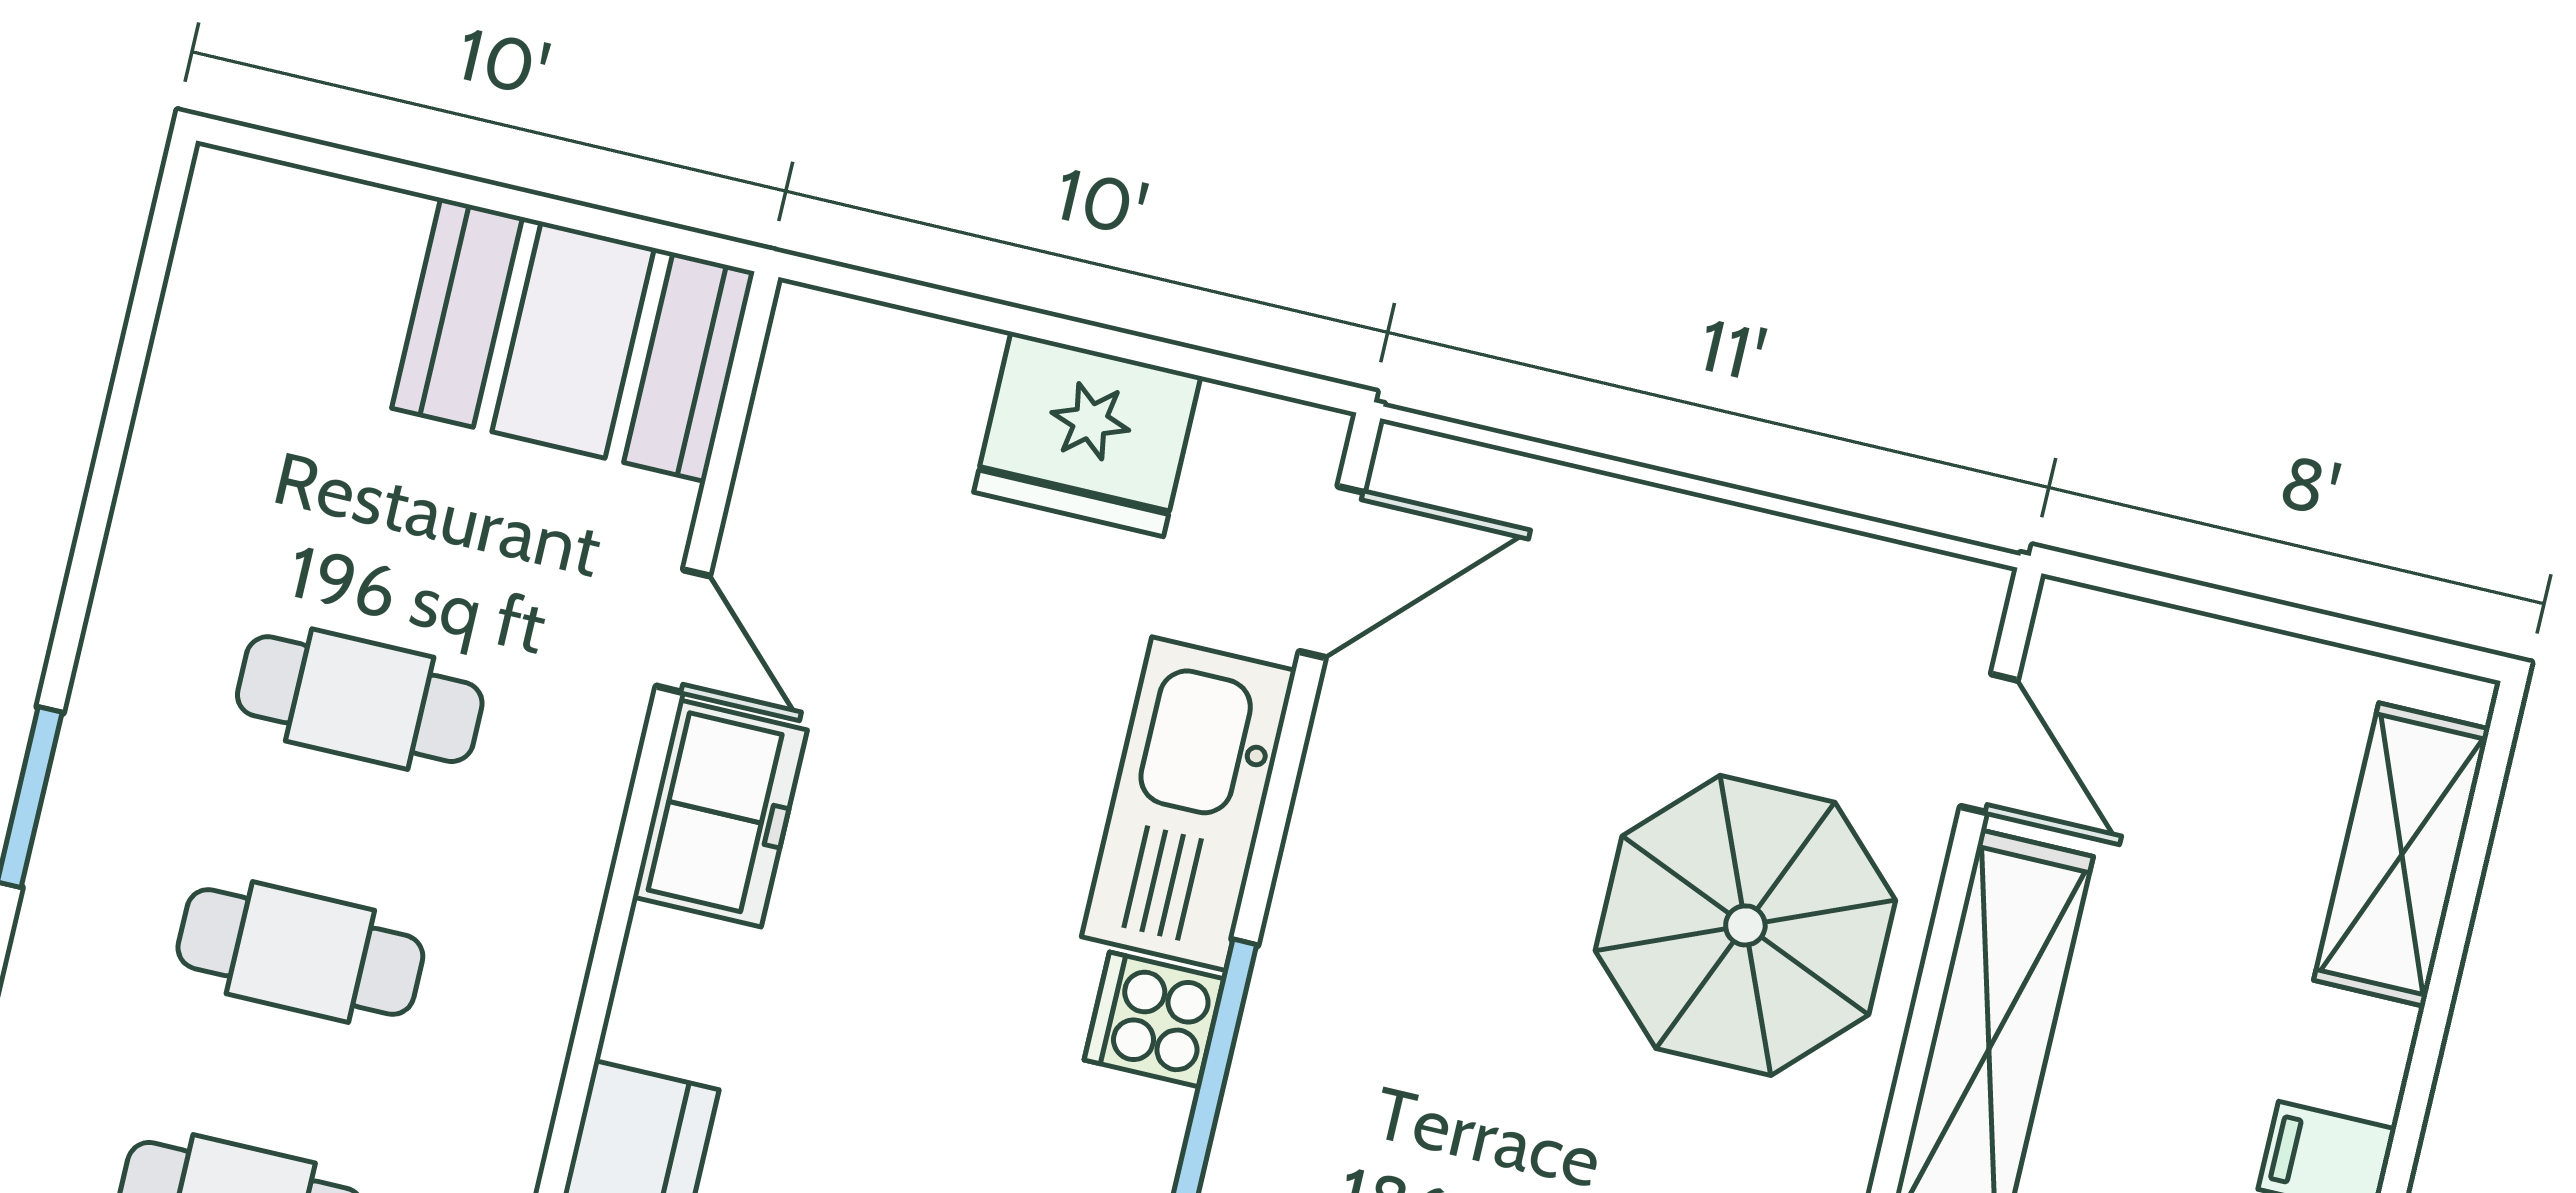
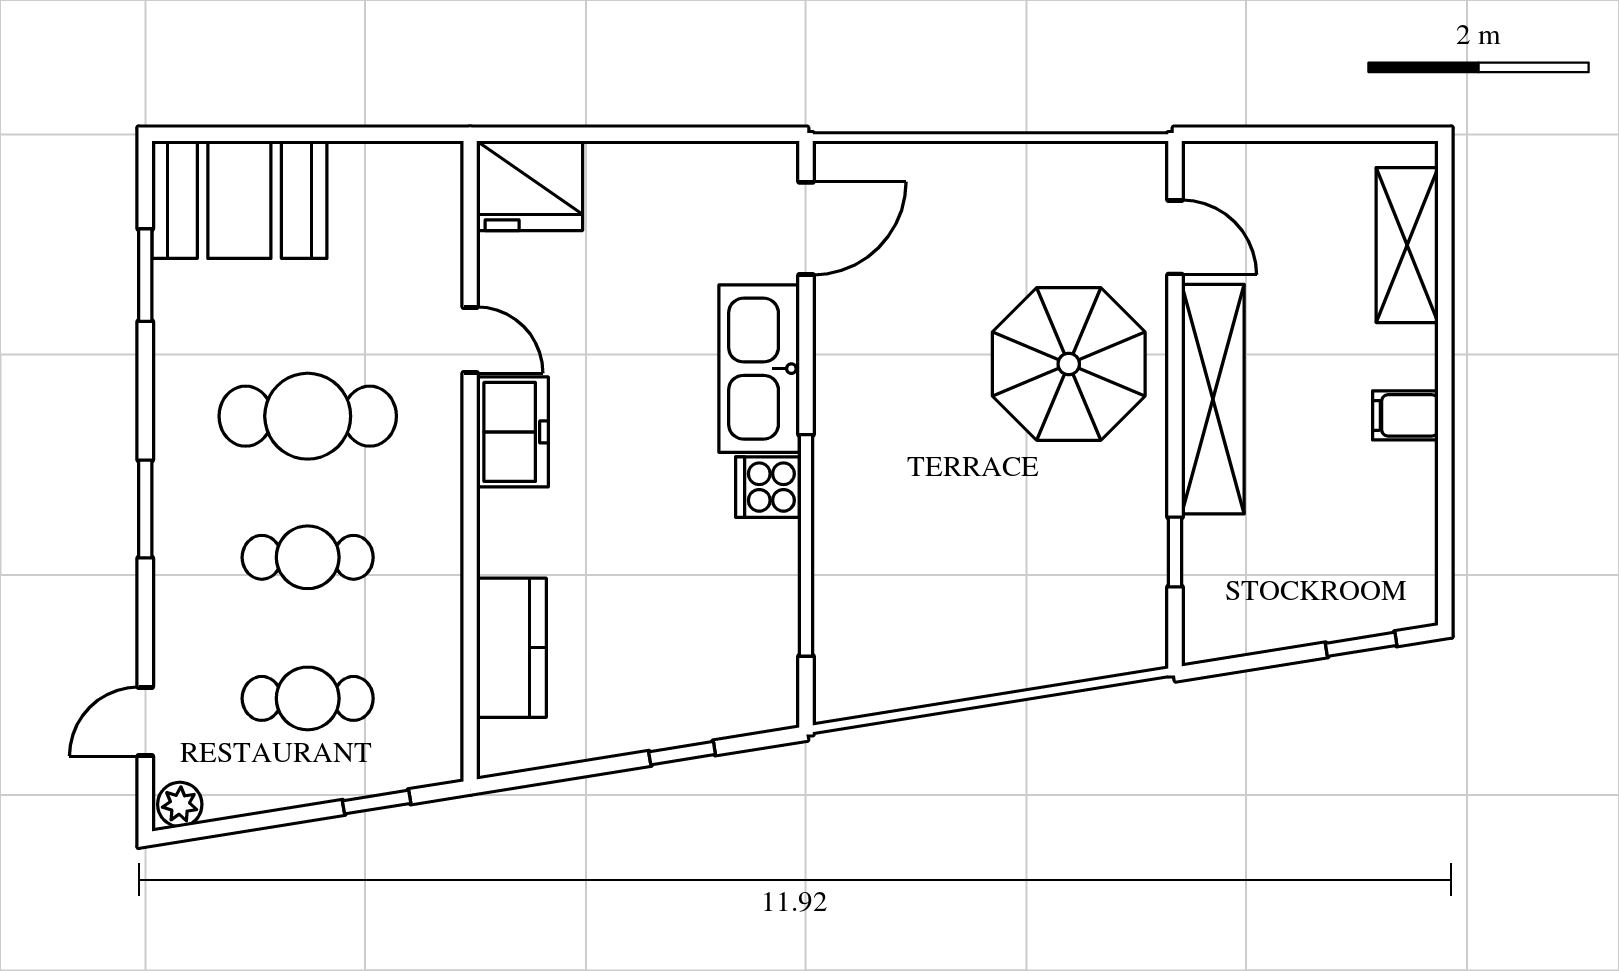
booth: (573, 340) -> (239, 200), moved
window: (128, 378) -> (145, 275), added
fridge: (1087, 434) -> (530, 186), moved
cafe table: (360, 699) -> (308, 416), width x1.37, depth x1.35

